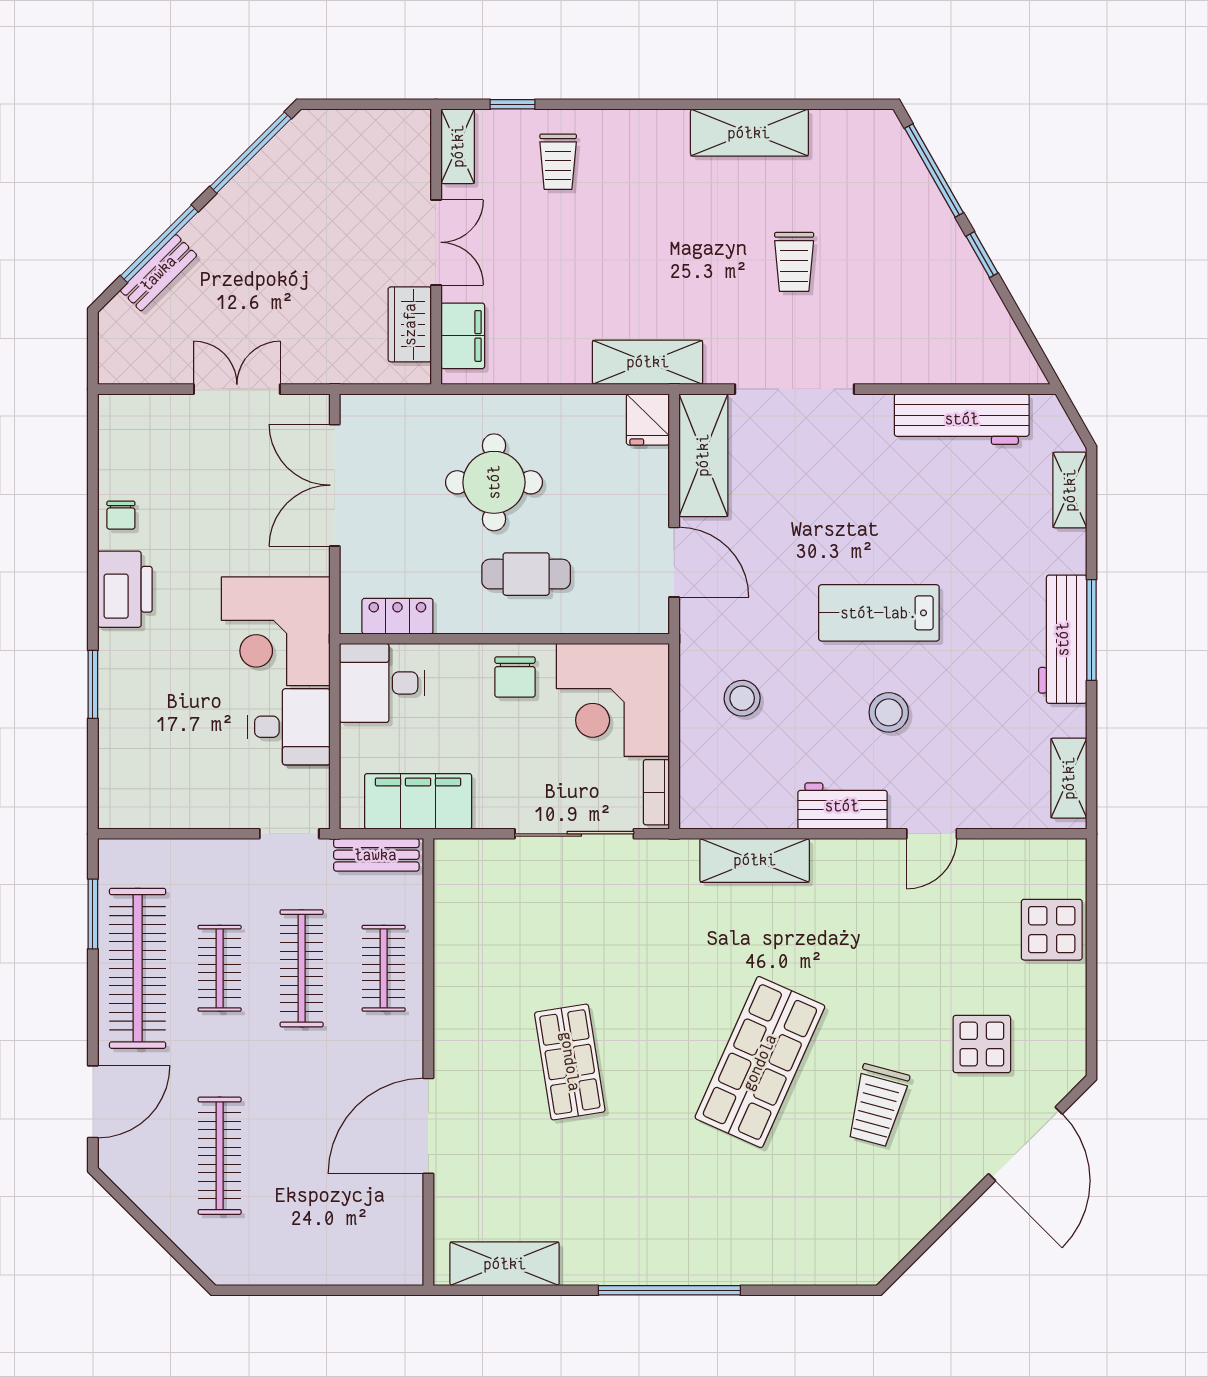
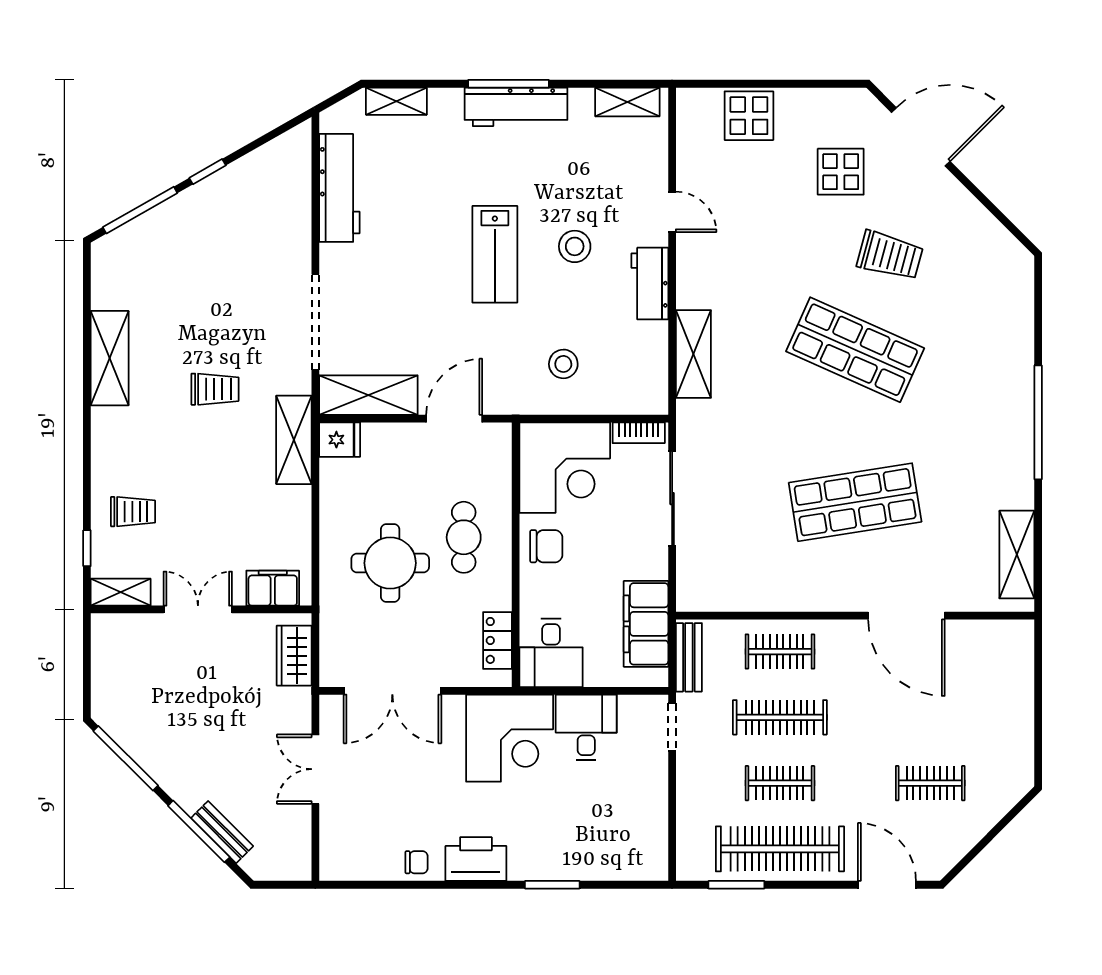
trolley: (794, 262) -> (215, 389), moved
wardrobe: (410, 324) -> (294, 656), moved, turned 90
shop shelf: (570, 1062) -> (855, 502), width x1.43, depth x1.36
clothes rail: (220, 1156) -> (930, 783), width x0.73

